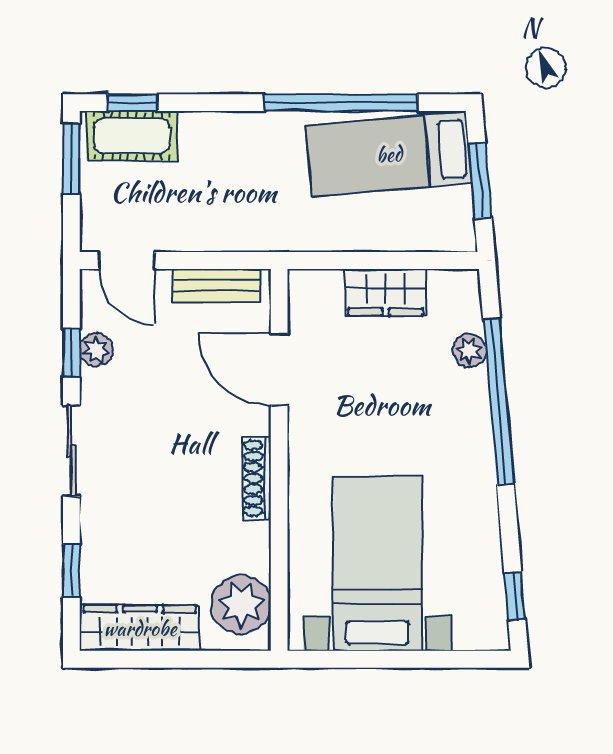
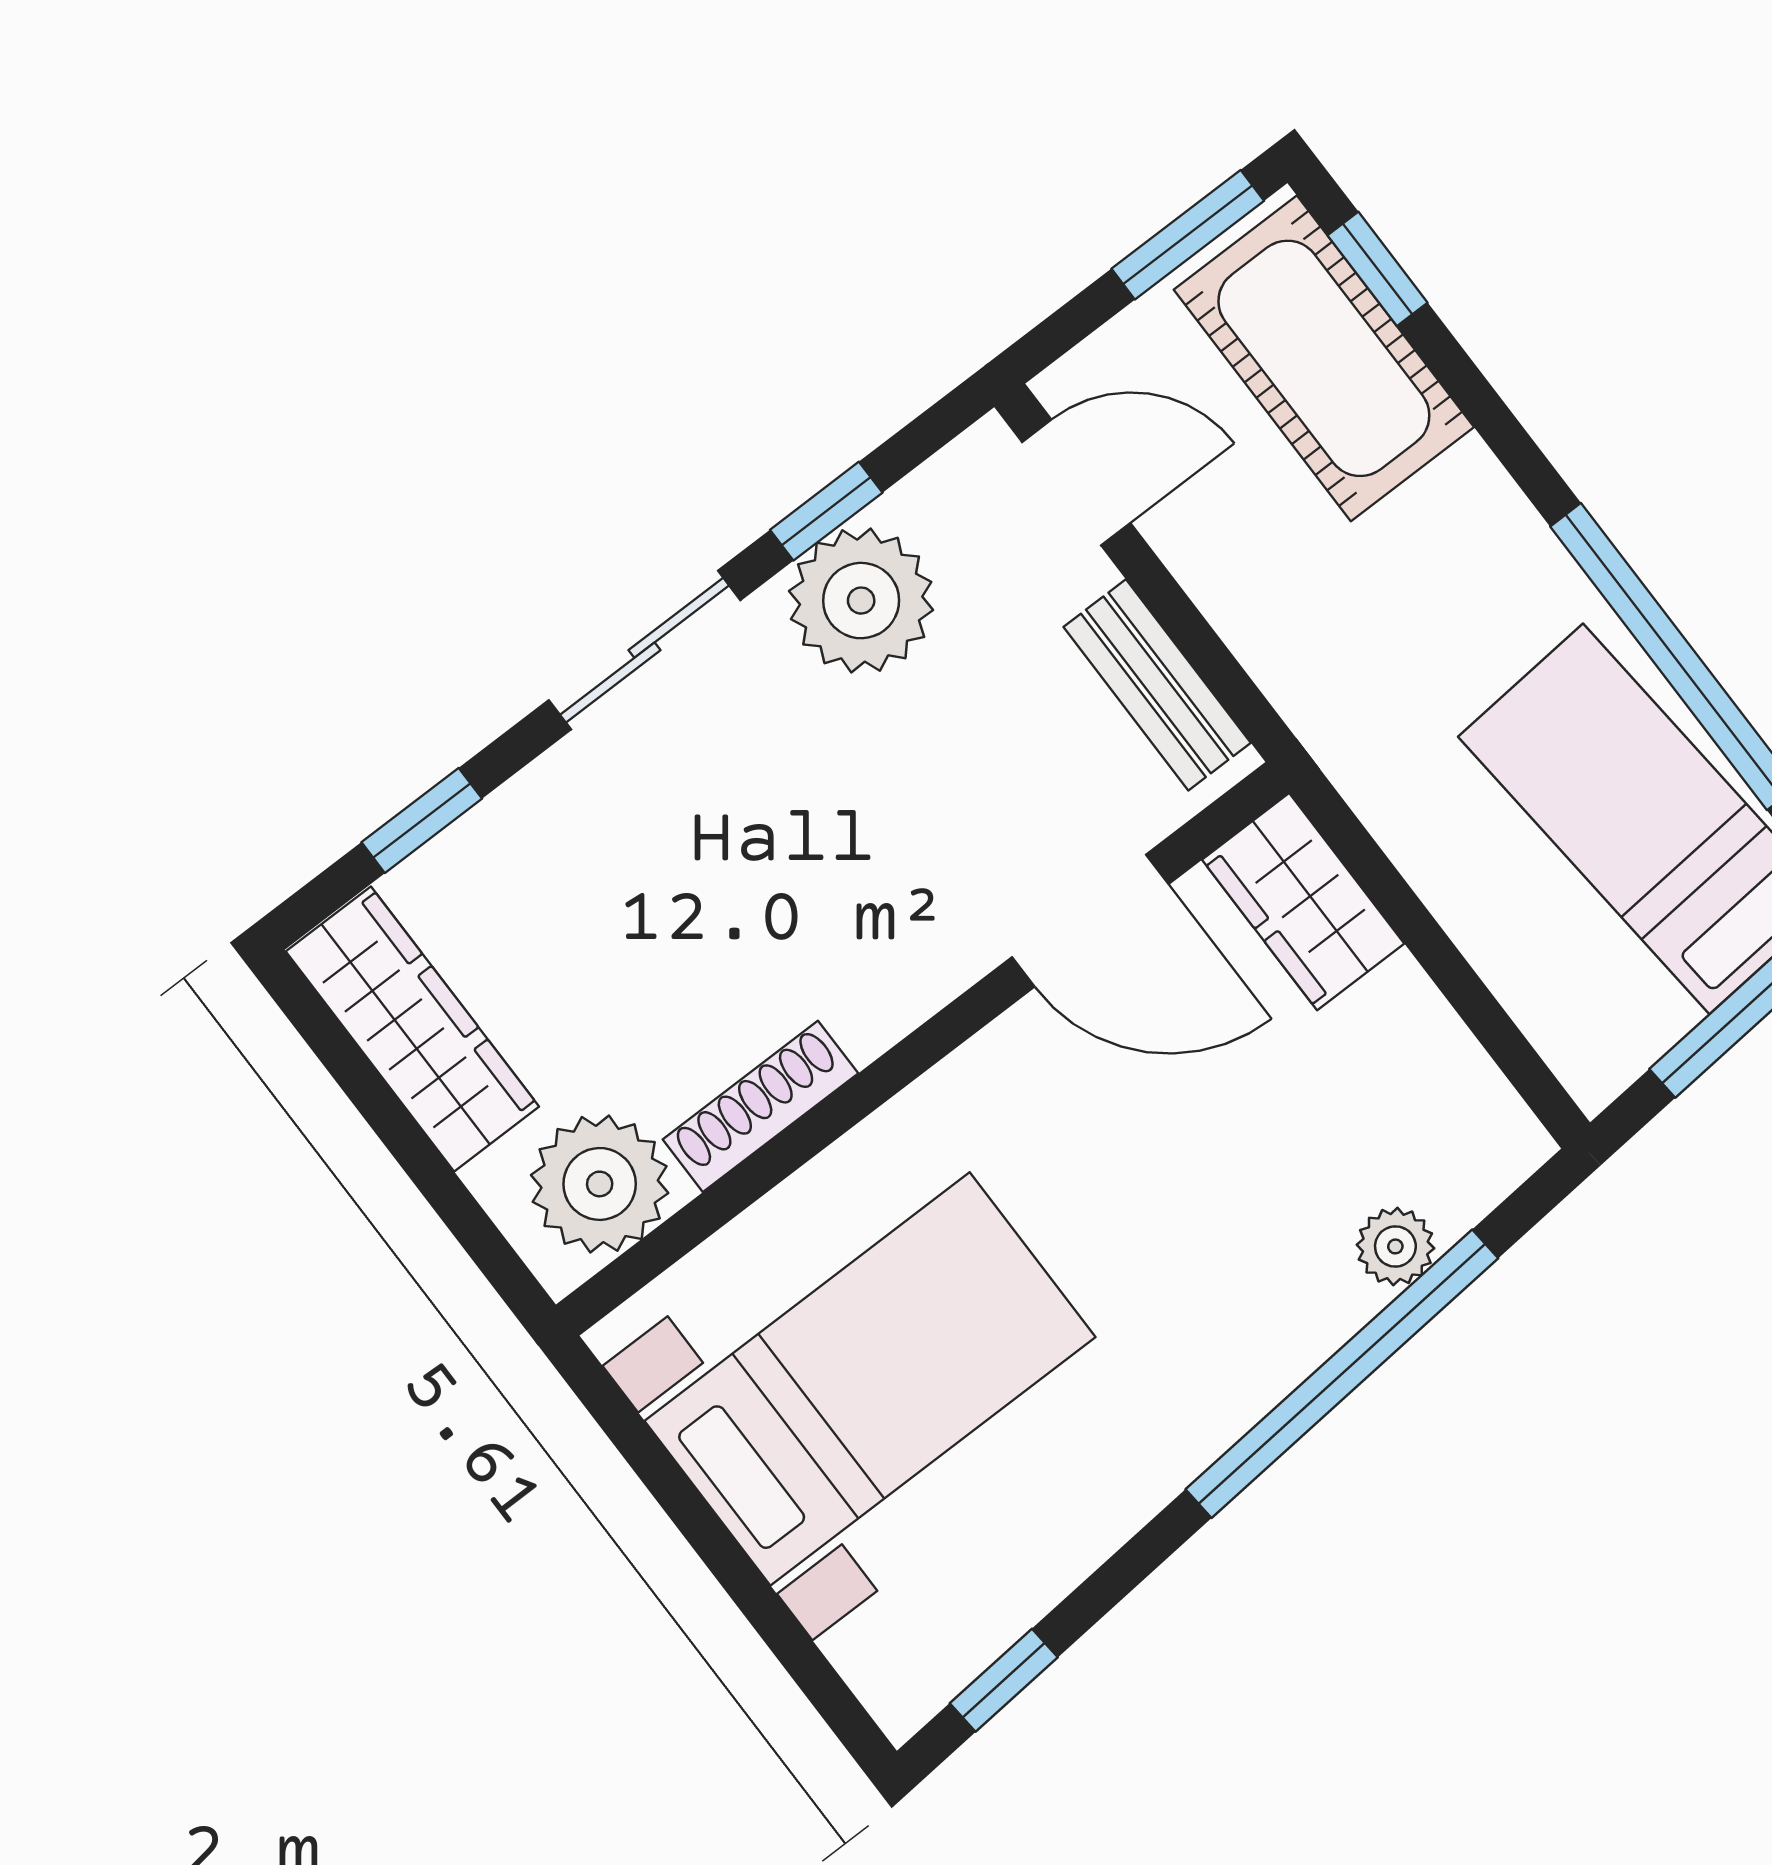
cot: (132, 136) -> (1324, 358), width x1.37, depth x1.34
door: (127, 260) -> (1076, 482), swing flipped
wardrobe: (386, 292) -> (1303, 902), moved
plant: (96, 350) -> (861, 601), width x1.87, depth x1.87
door: (279, 370) -> (1090, 921), swing flipped
shoe rack: (257, 478) -> (760, 1106), moved

